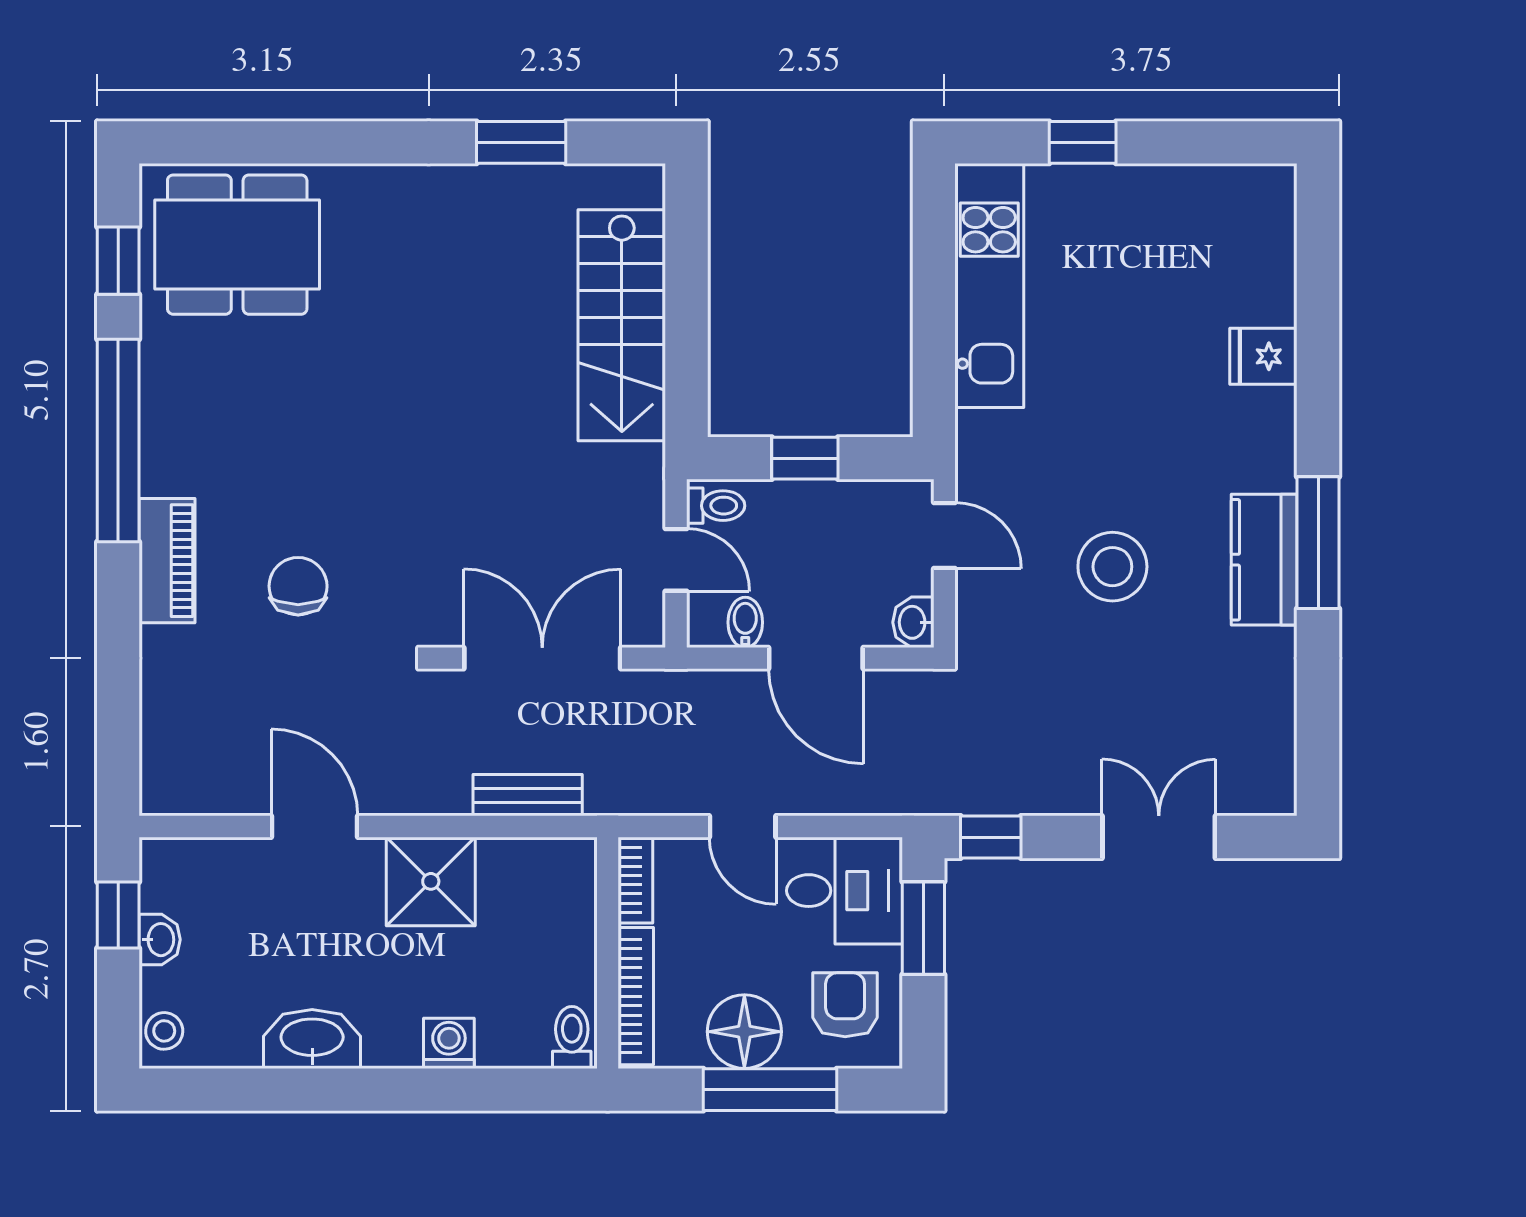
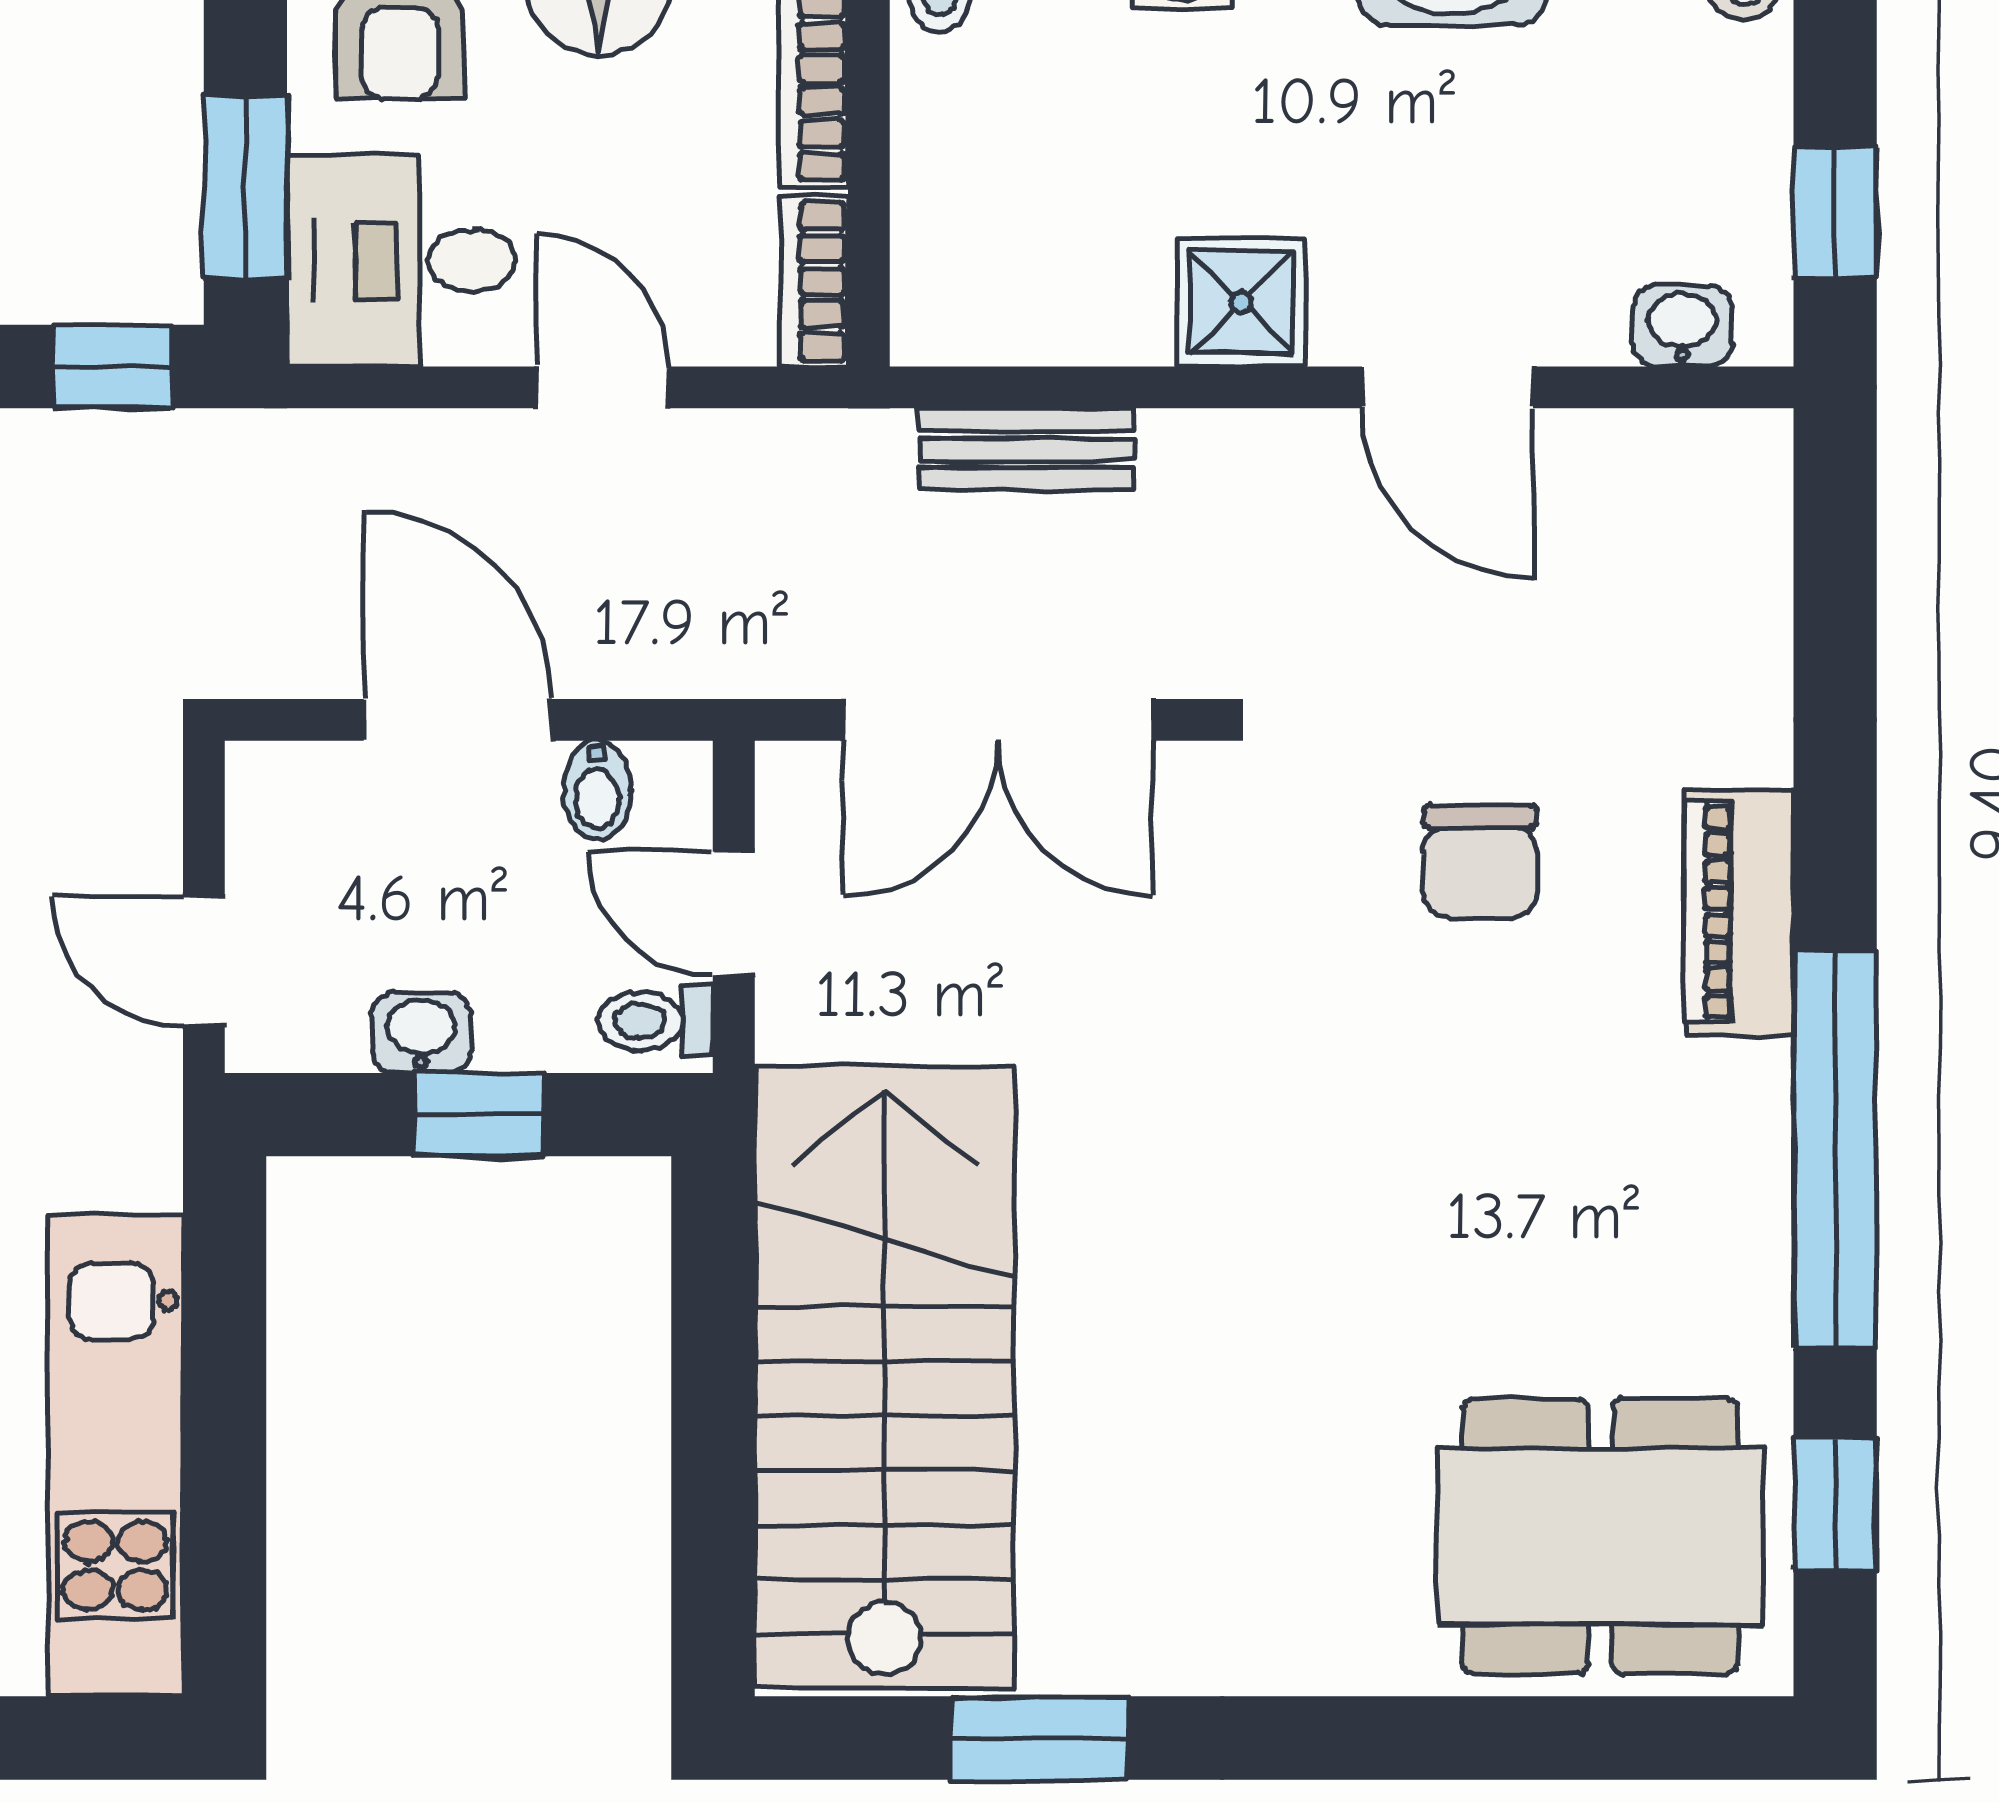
stairs: (622, 325) -> (884, 1377), width x1.36, depth x1.51
washbasin: (913, 622) -> (421, 1033), moved, turned -90
shower: (431, 881) -> (1241, 302), width x0.73, depth x0.73
washbasin: (160, 940) -> (1682, 326), moved, turned 90

